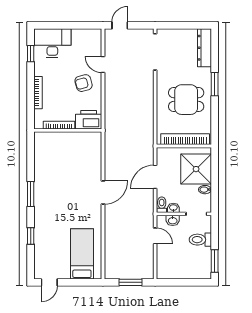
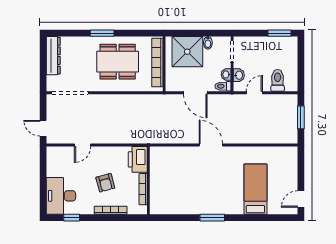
dresser: (204, 48) -> (53, 56), moved, turned -90
armchair: (84, 83) -> (105, 183), moved
dining table: (186, 100) -> (118, 62), width x1.38
window: (31, 236) -> (254, 218), removed
toilet: (200, 240) -> (278, 80), moved, turned 180
bed: (82, 254) -> (255, 189), moved, turned 90
door: (49, 282) -> (301, 199), swing flipped

